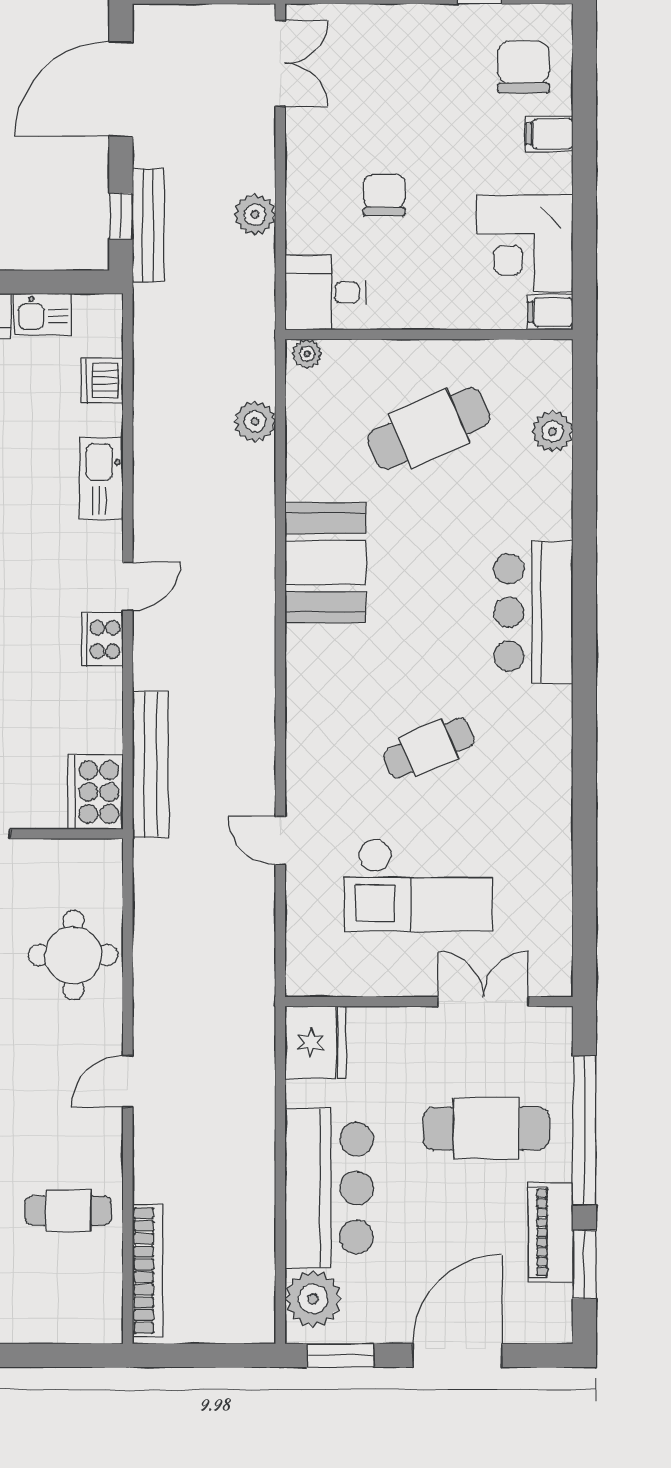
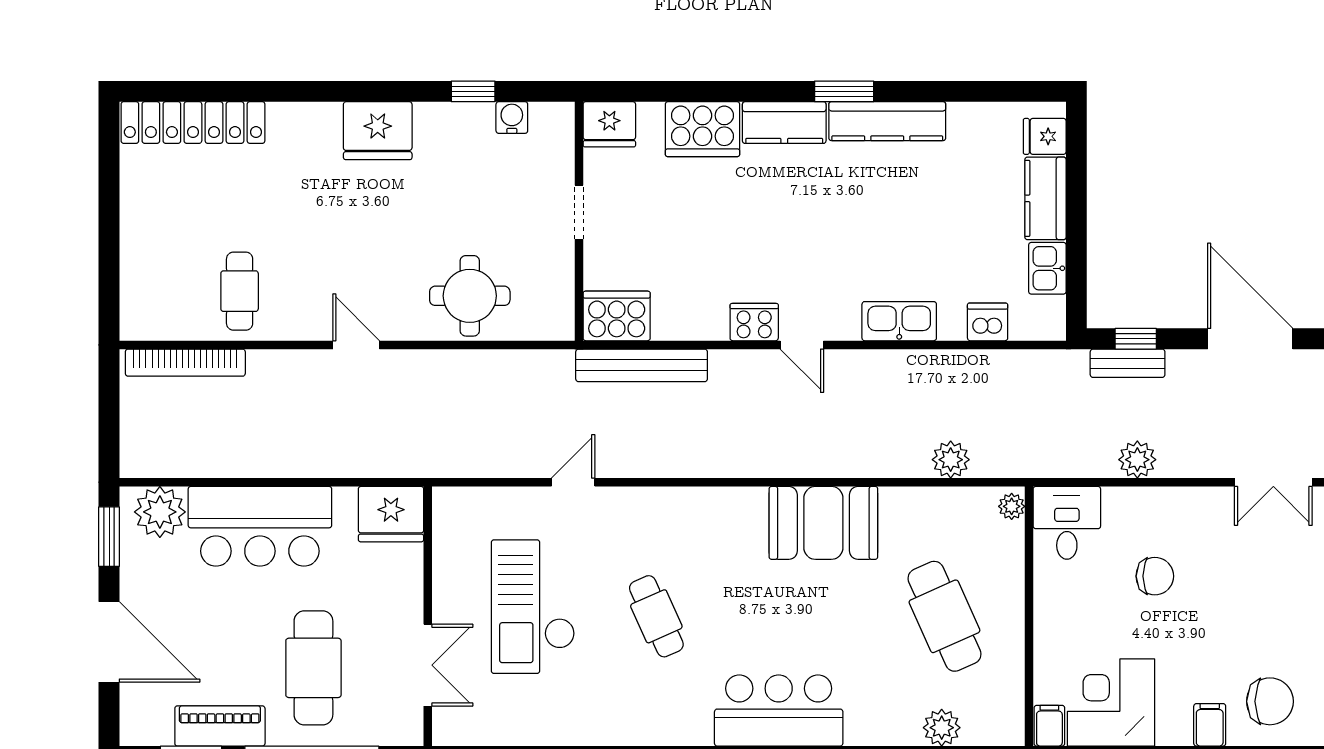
bench: (148, 225) -> (1128, 363), width x0.73

